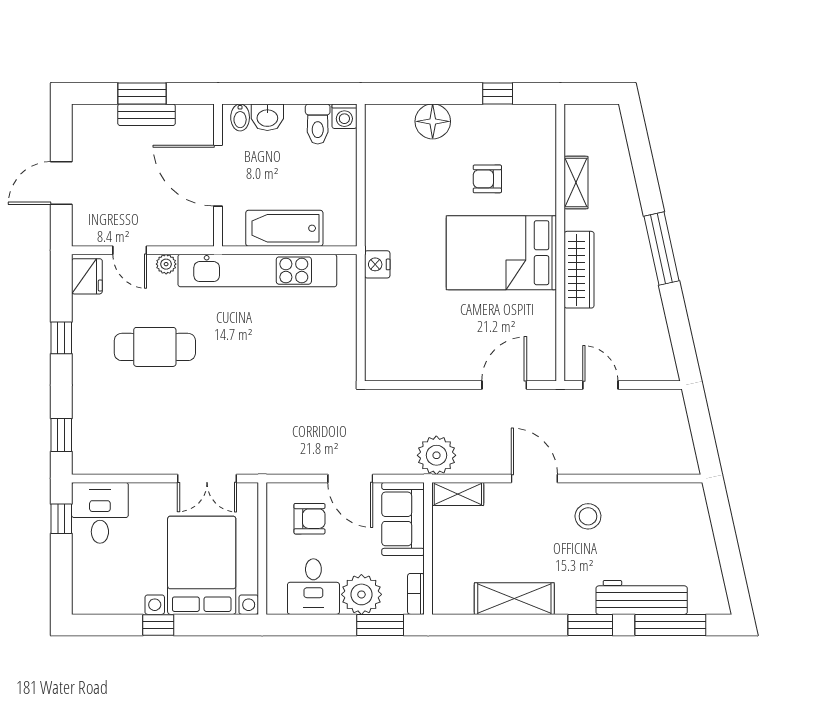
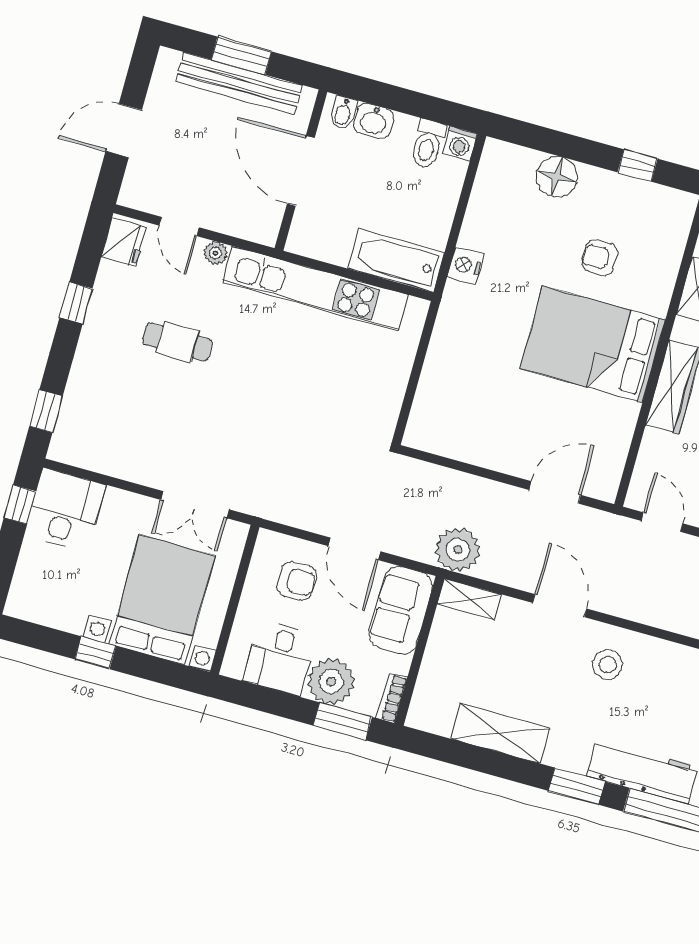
bench: (147, 115) -> (239, 83), width x1.86, depth x1.21
bathtub: (284, 228) -> (396, 260), moved
nightstand: (377, 264) -> (465, 265), moved
cafe table: (155, 347) -> (177, 342), width x0.73, depth x0.74

